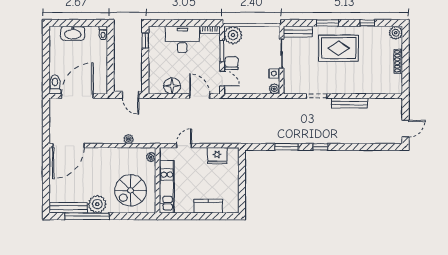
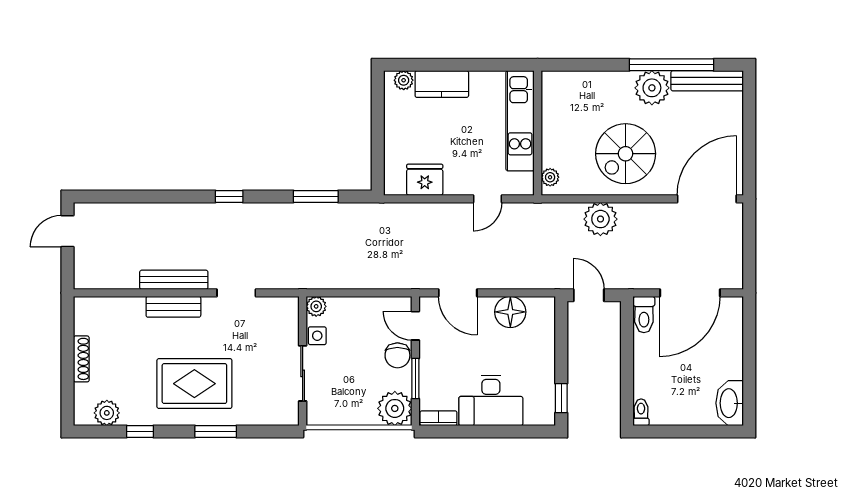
bench: (298, 32) -> (173, 307), moved
washbasin: (73, 33) -> (730, 403), moved, turned -90
plant: (396, 33) -> (107, 413), moved
toilet: (55, 85) -> (644, 315), moved
plant: (129, 139) -> (600, 219), width x1.87, depth x1.87
window: (286, 147) -> (316, 196), moved
spiral stairs: (131, 190) -> (626, 154), moved, turned 180
plant: (228, 208) -> (404, 80), added

